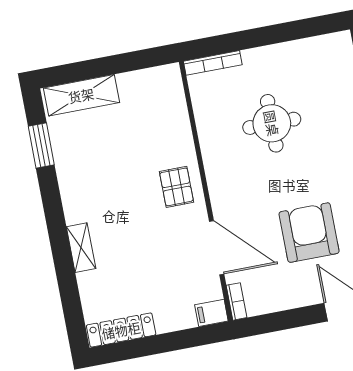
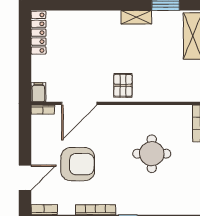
pallet: (176, 187) -> (123, 85), turned 90
shelving: (81, 248) -> (136, 17), moved

